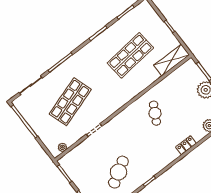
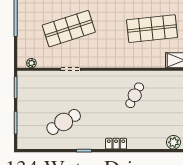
locker: (186, 145) -> (116, 144), moved

